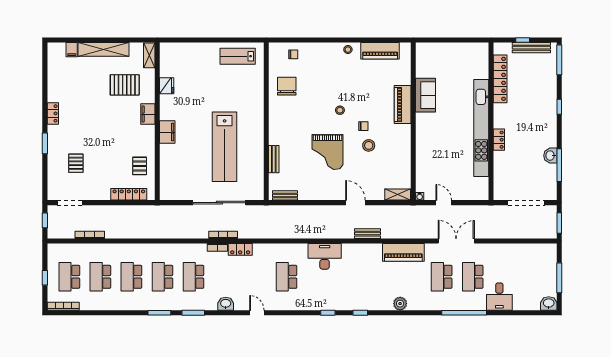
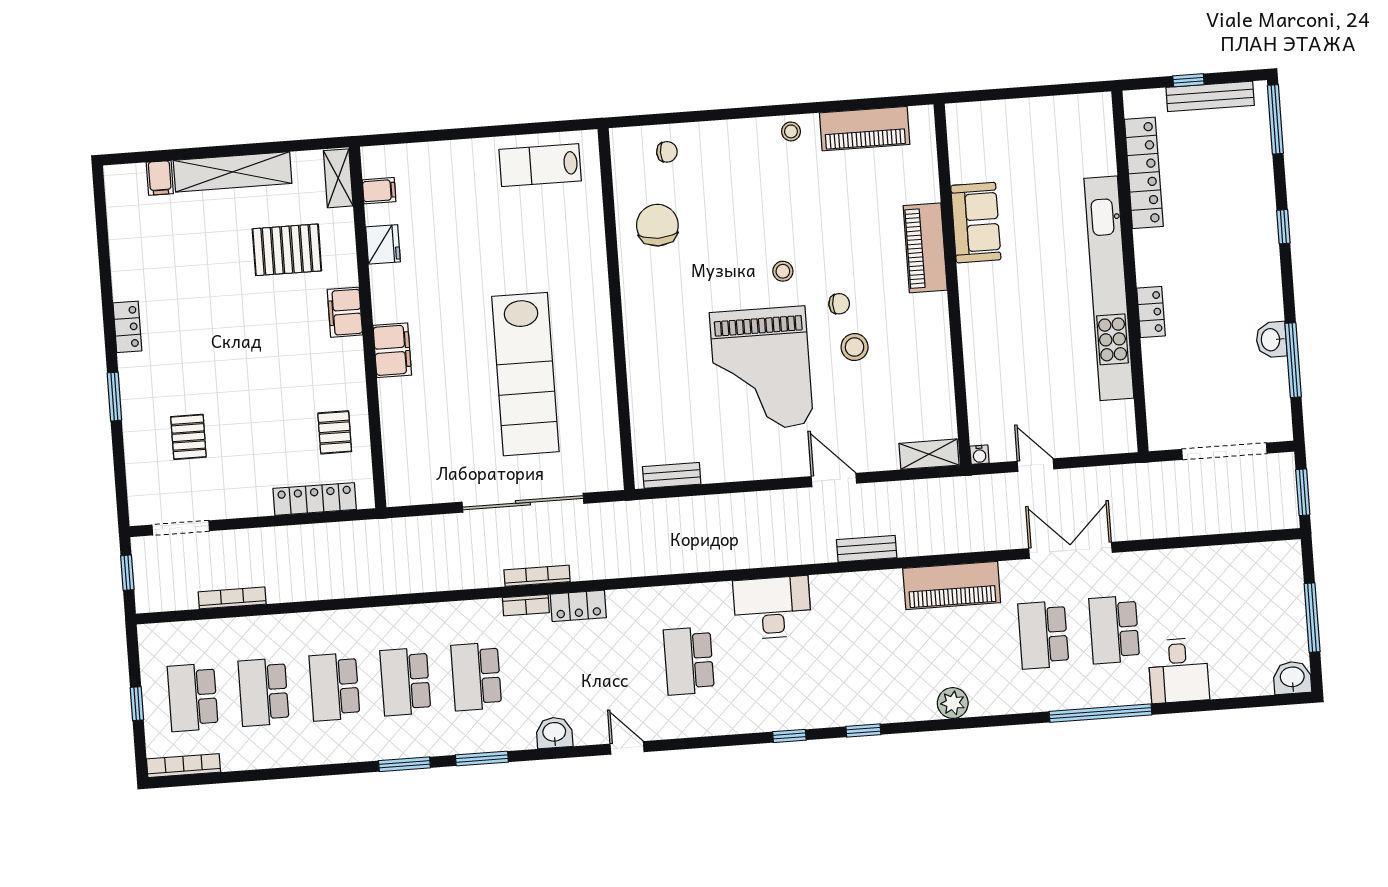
filing cabinet: (167, 62) -> (379, 191), added
grand piano: (327, 152) -> (761, 369), width x1.37, depth x1.48
bench: (274, 159) -> (640, 394), removed

